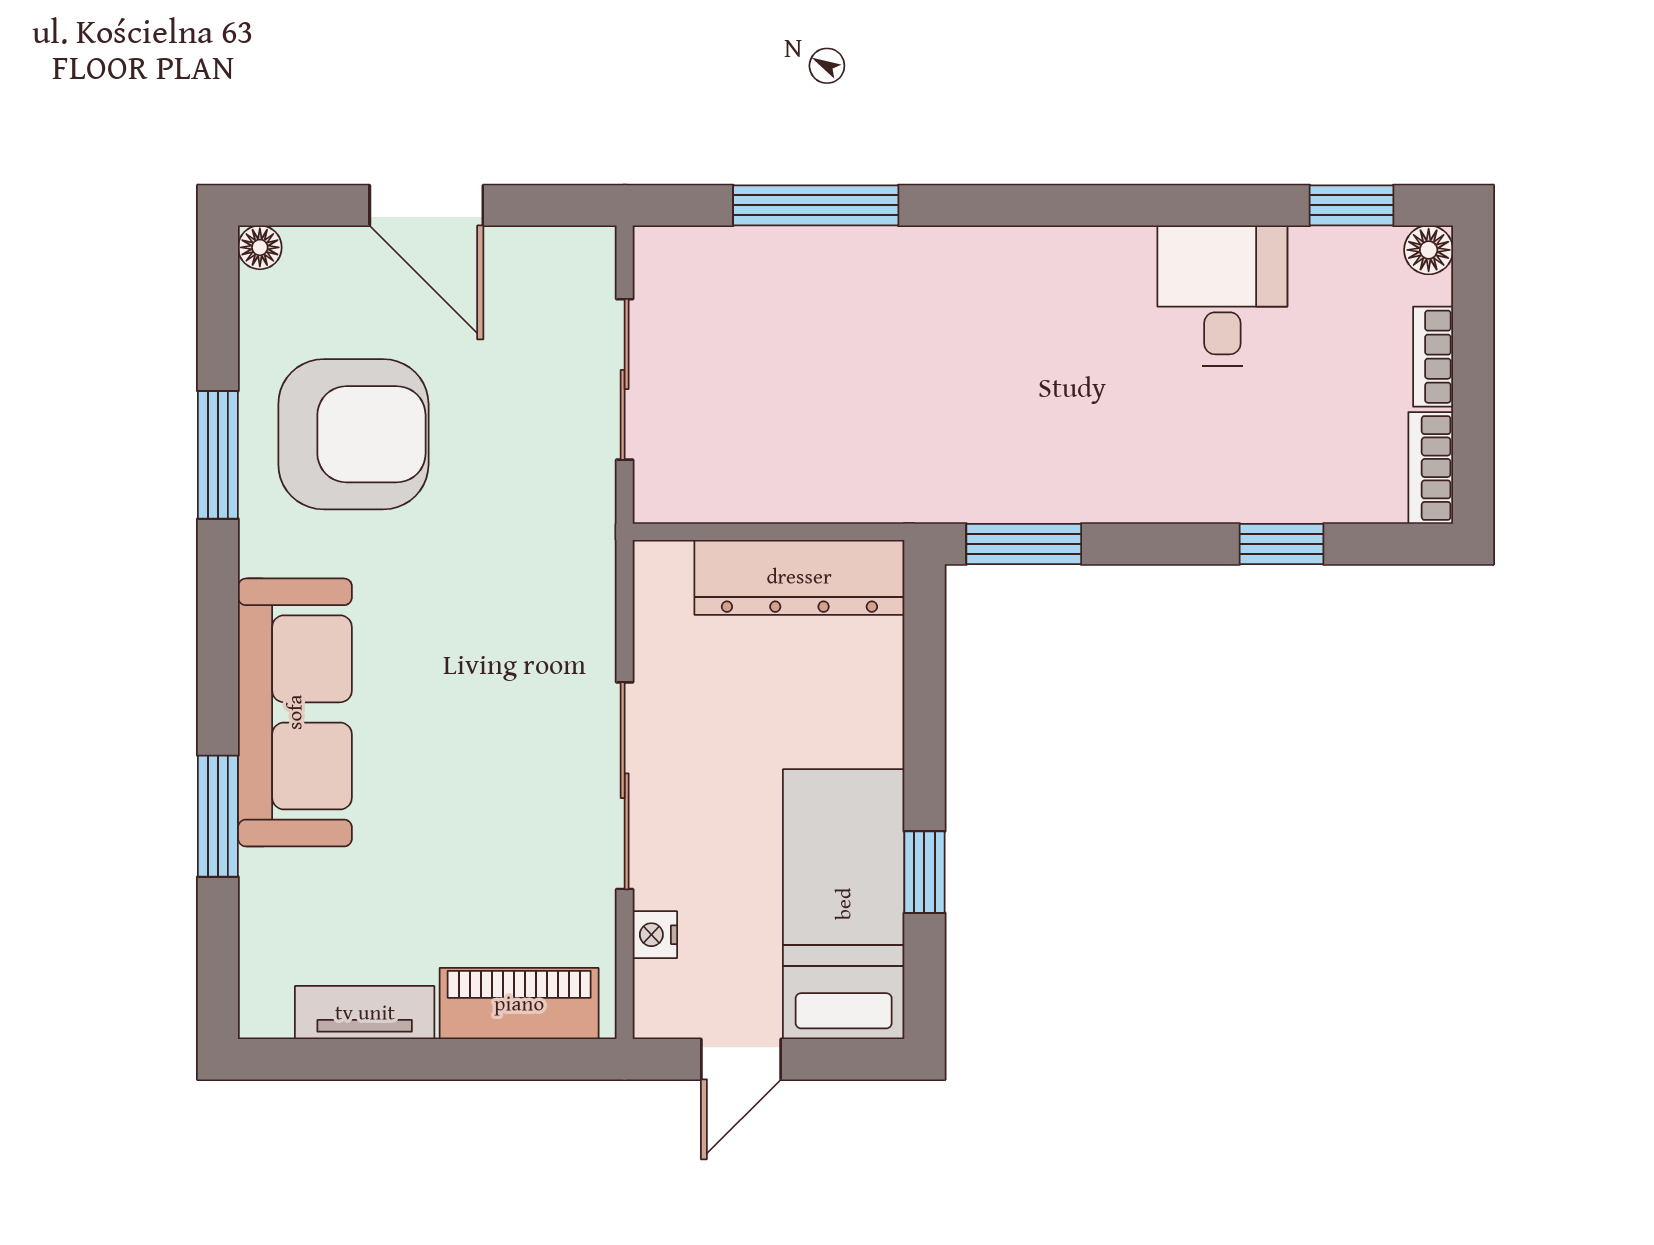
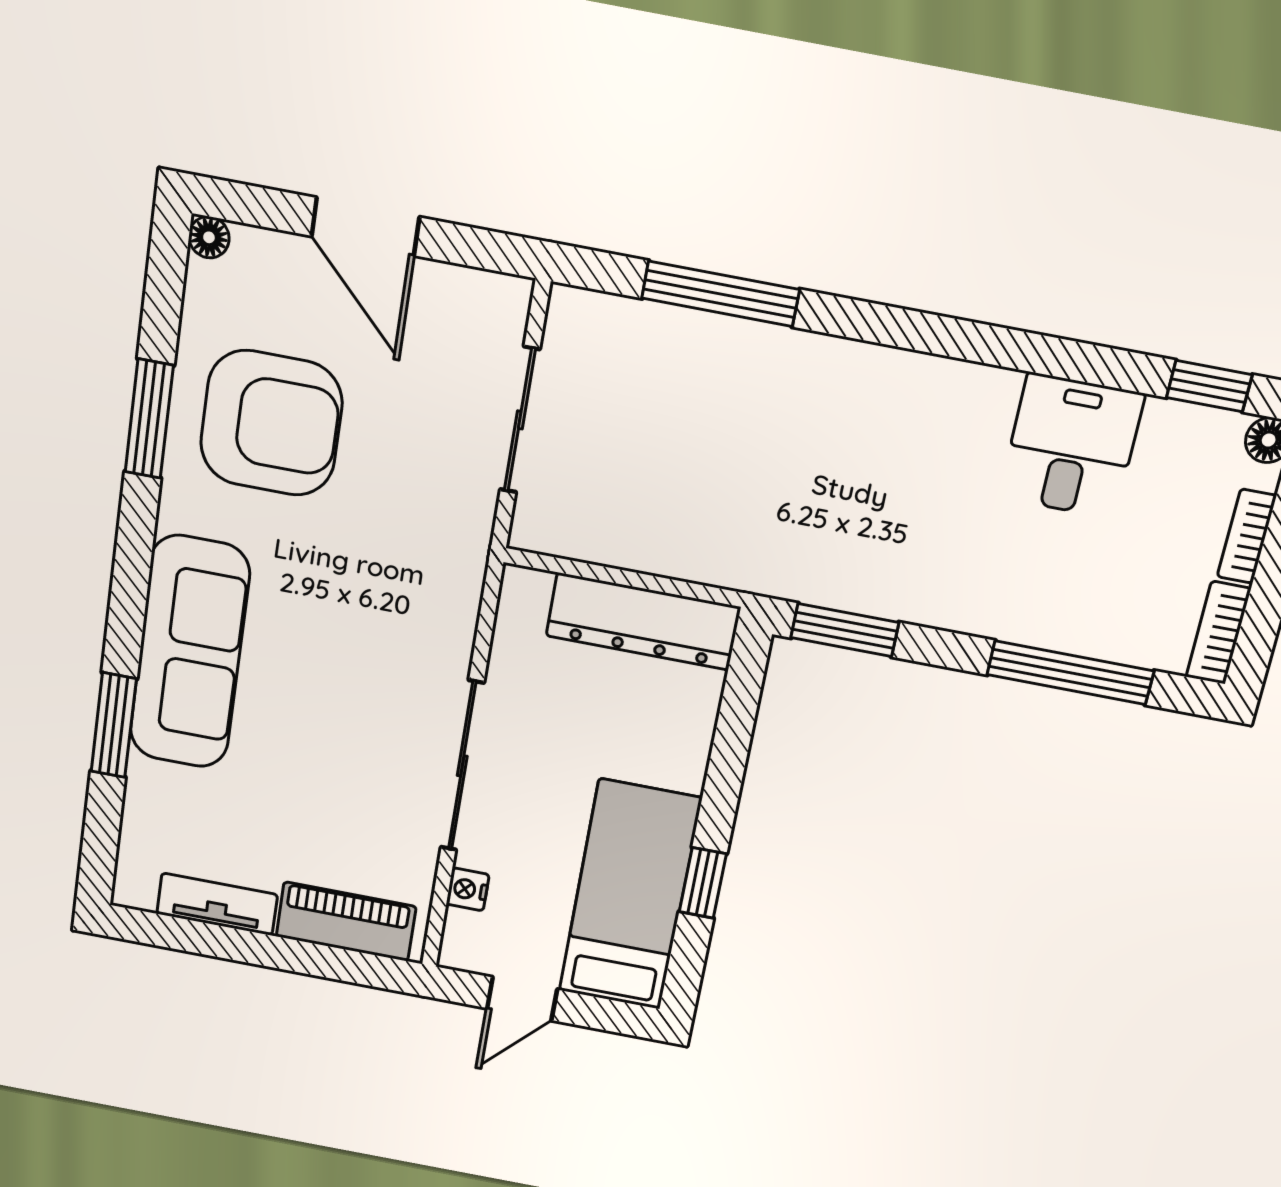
window: (1282, 544) -> (1070, 673), width x2.17

